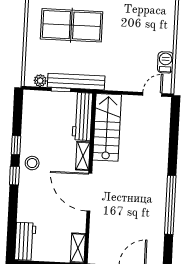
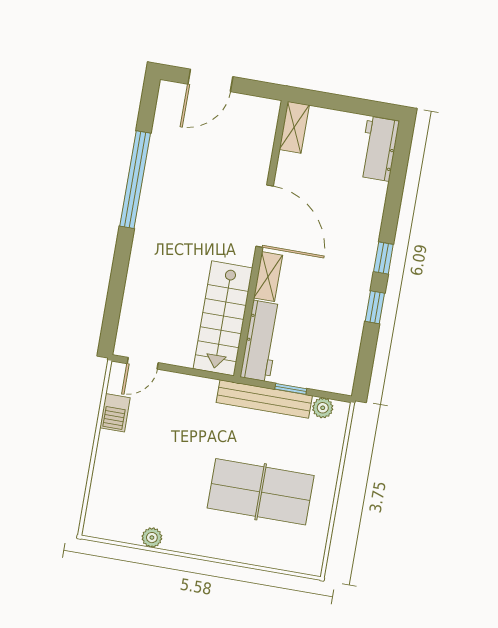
stool: (32, 163) -> (352, 275), removed

